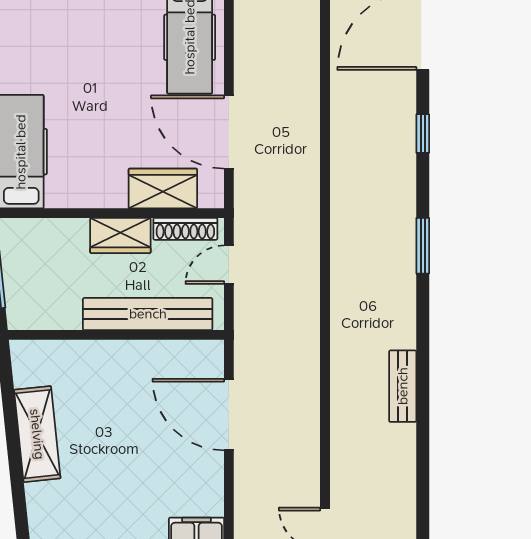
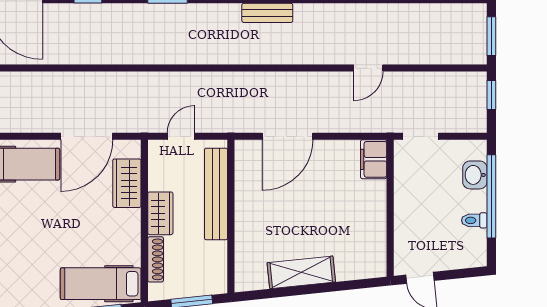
shoe rack: (185, 229) -> (156, 259), moved
door: (229, 265) -> (181, 136), swing flipped

